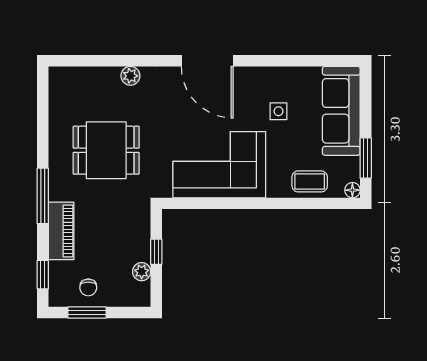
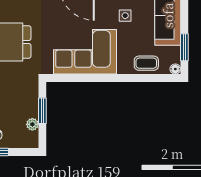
window: (156, 252) -> (42, 111), width x1.50

